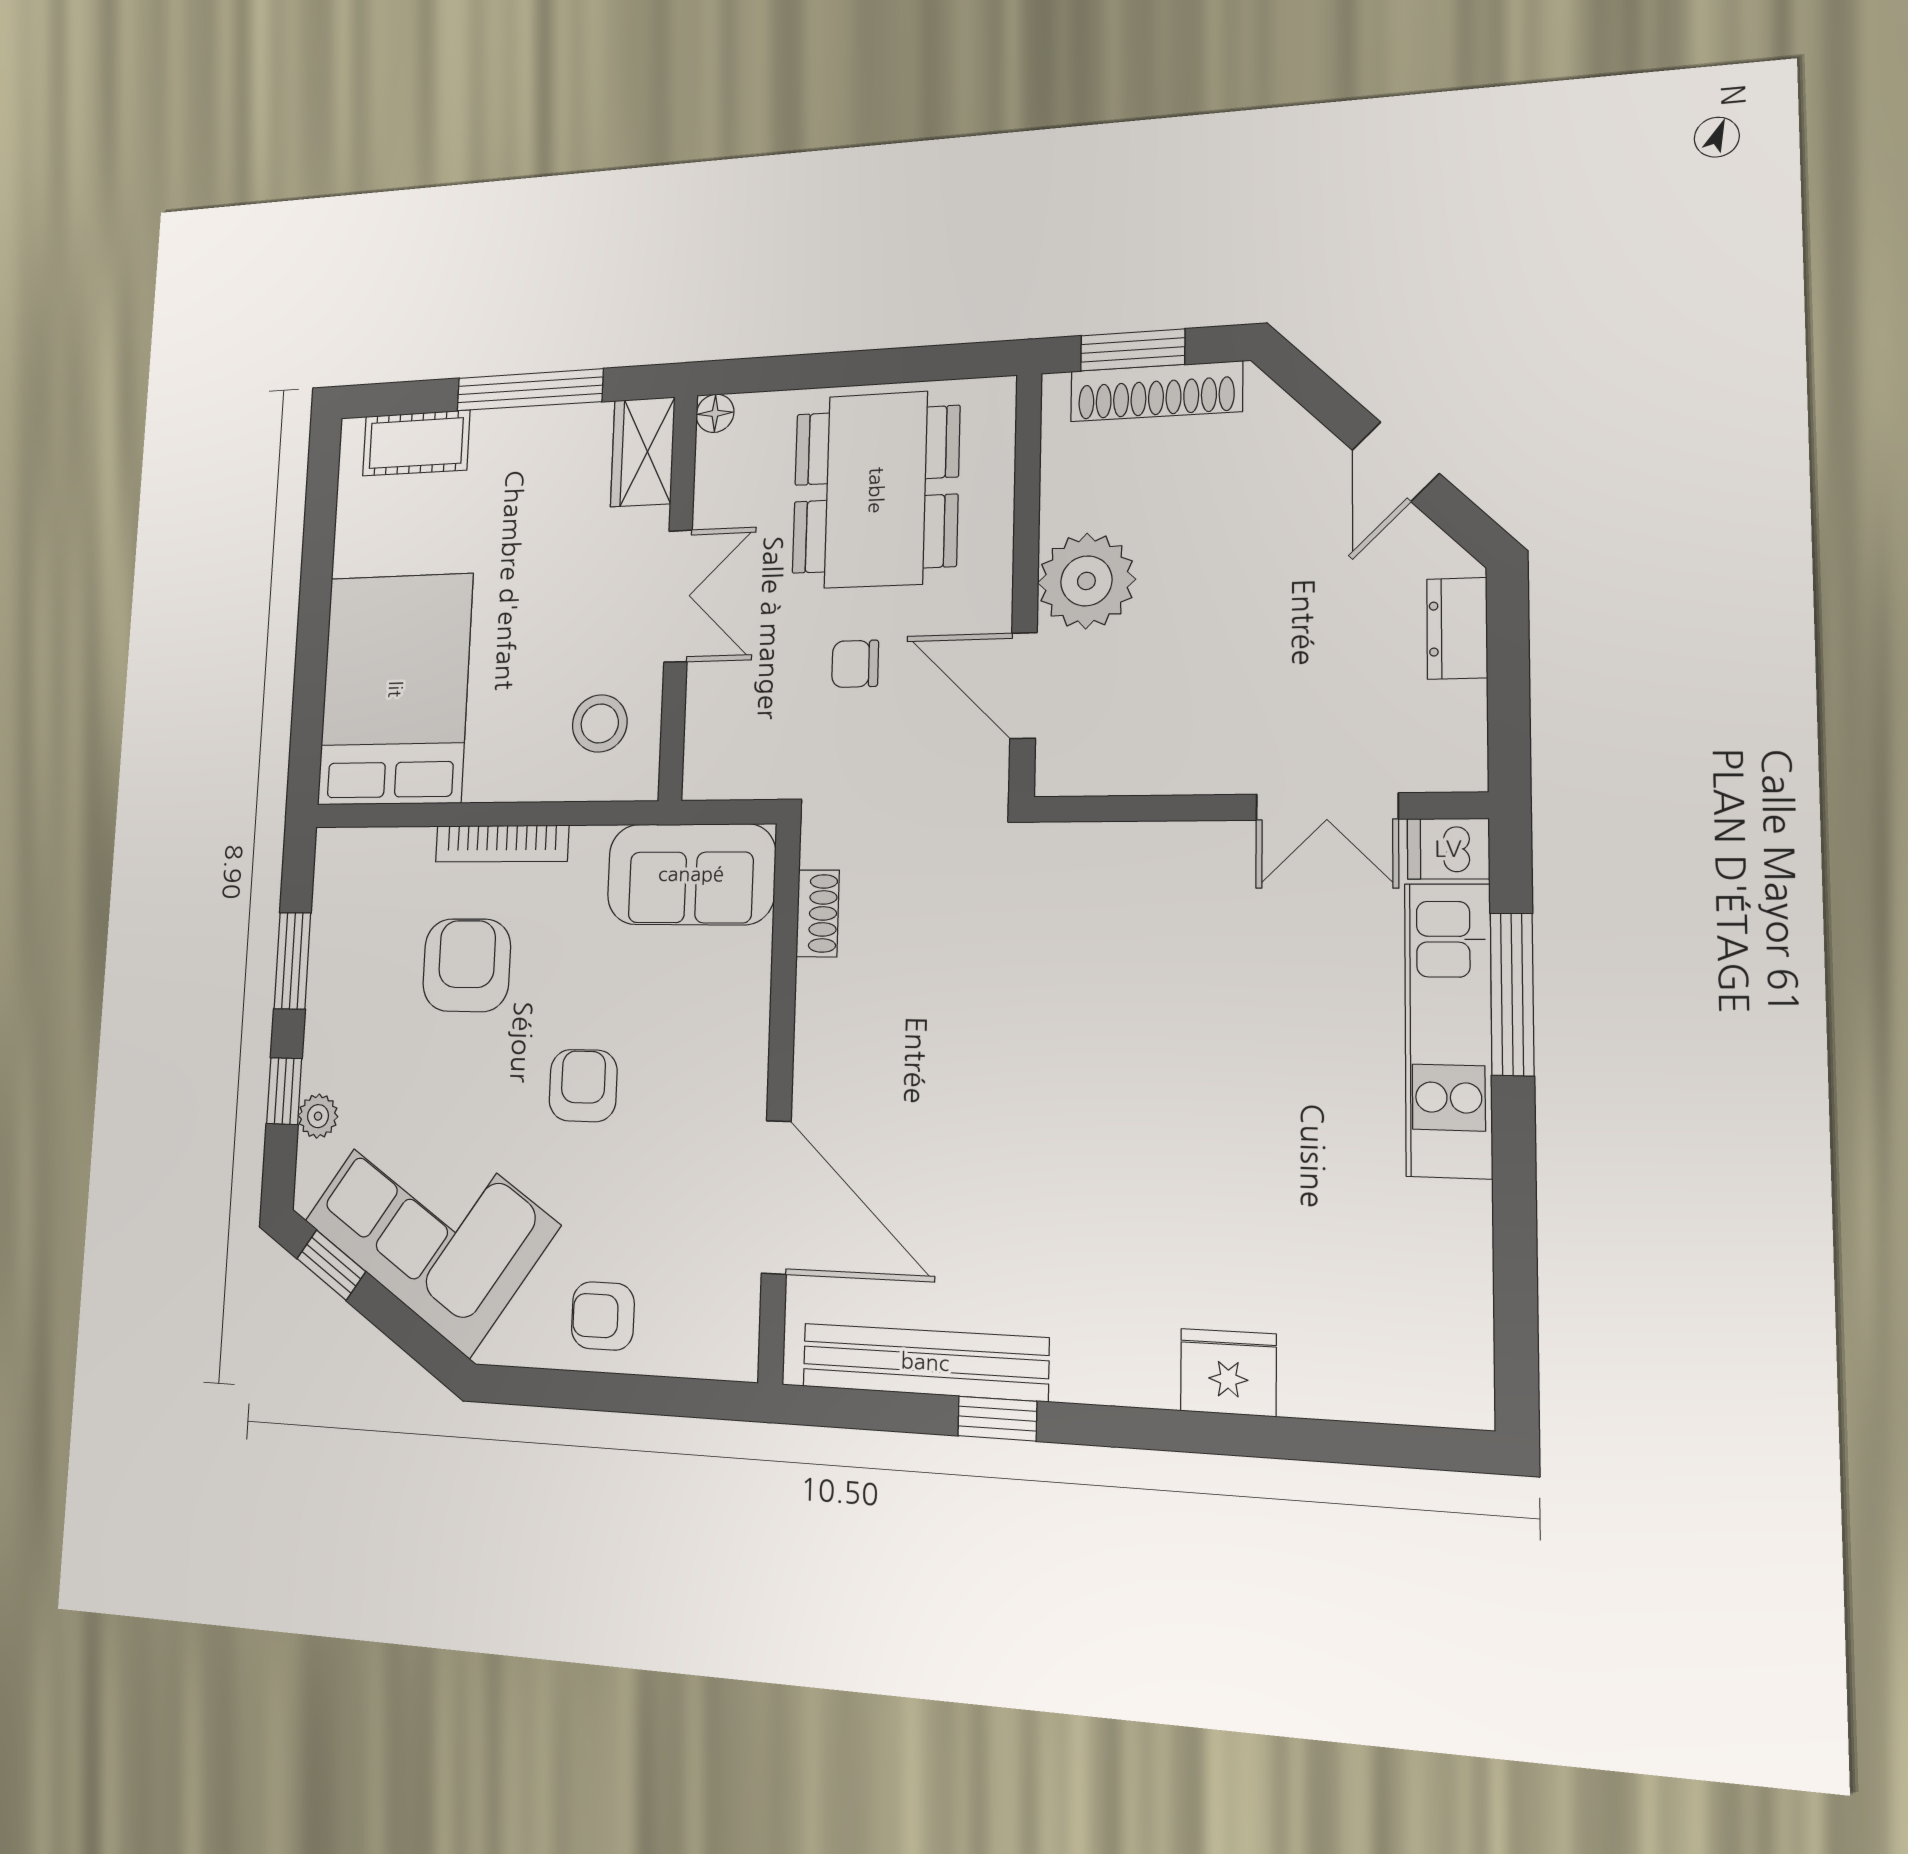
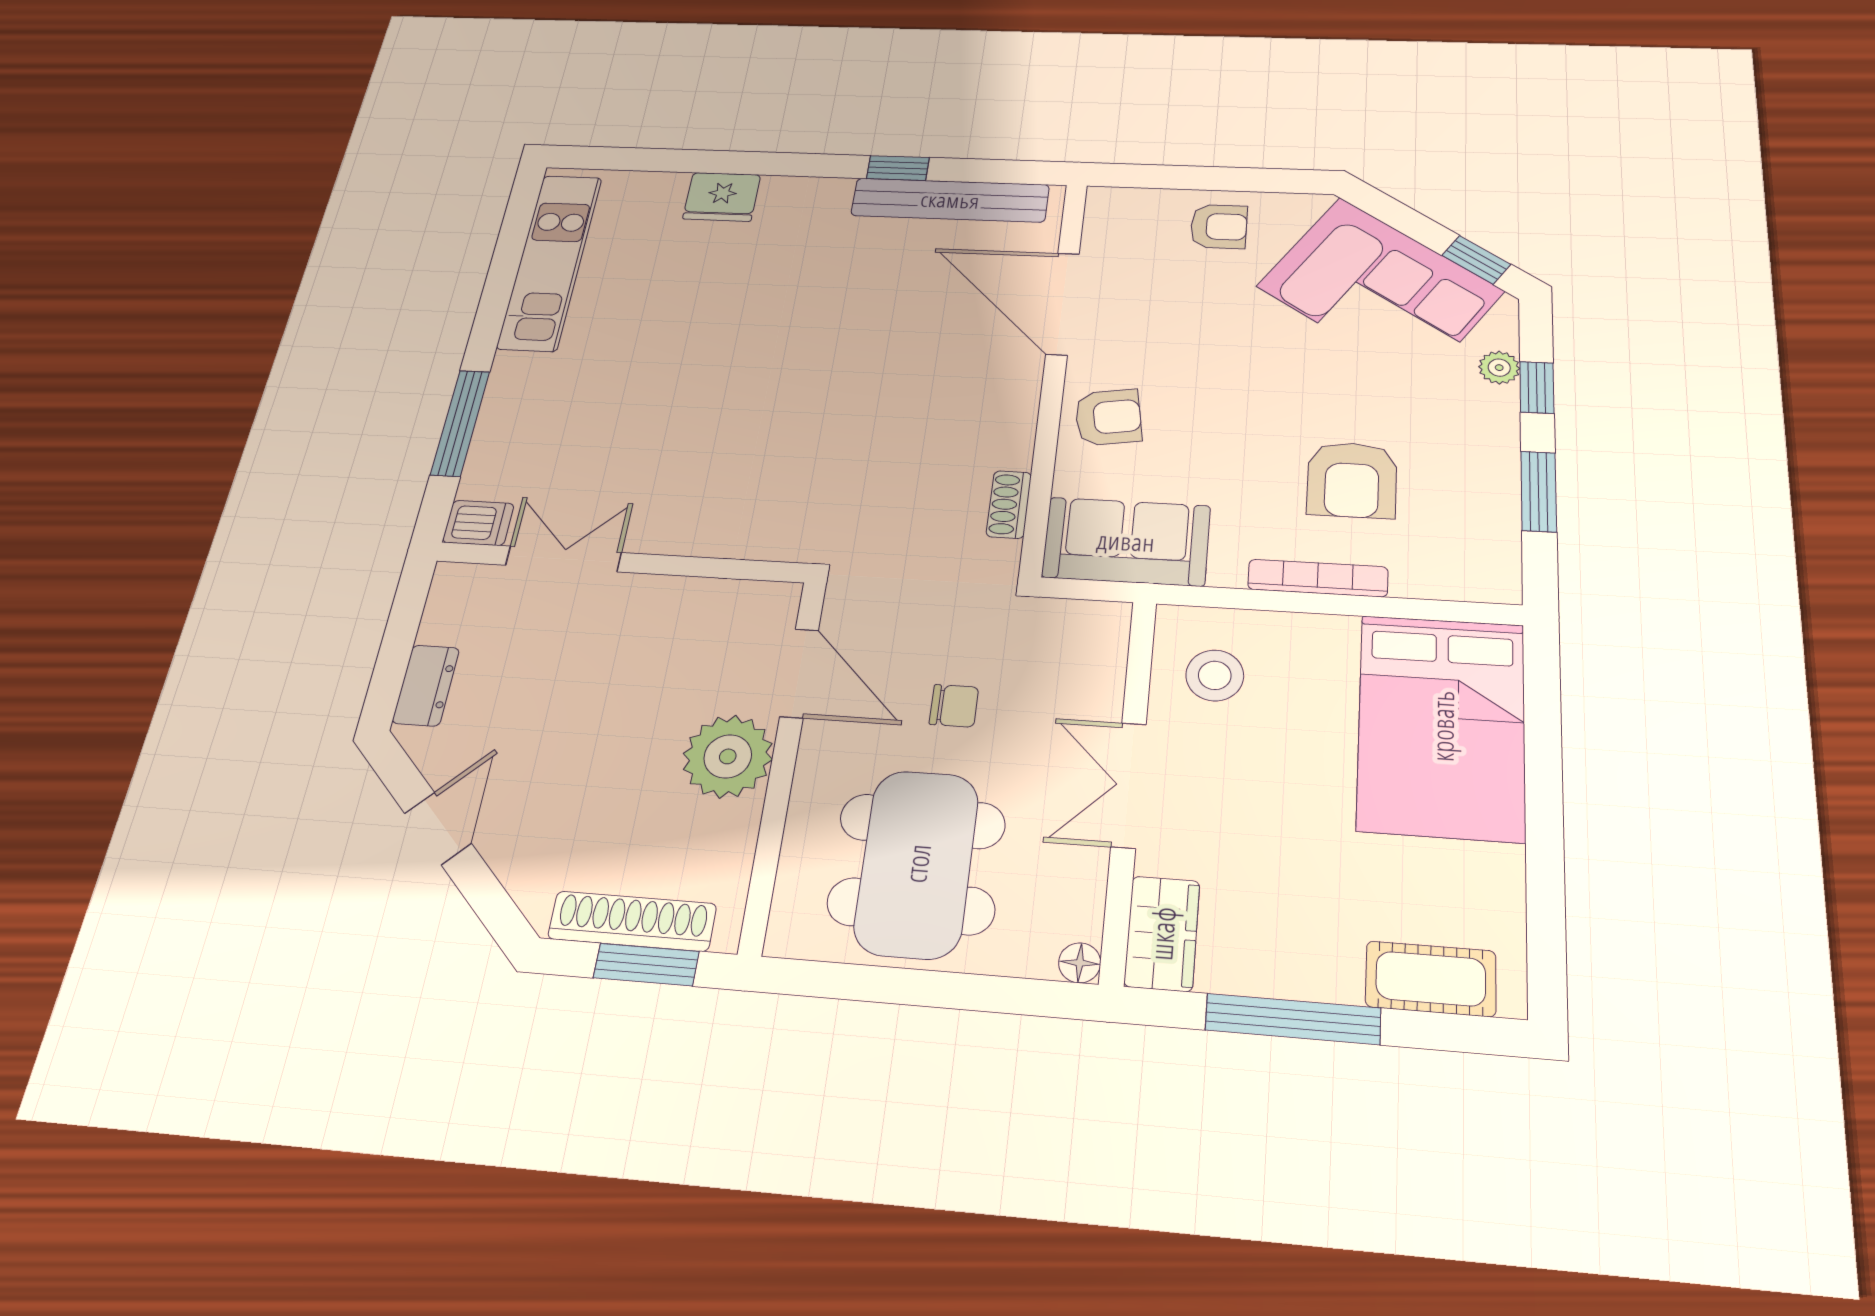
kitchen unit: (1448, 1030) -> (550, 262), moved
armchair: (583, 1086) -> (1108, 417), moved, turned -99

